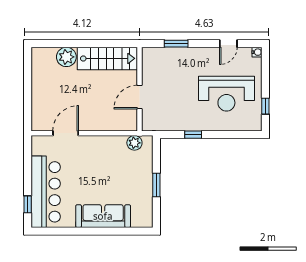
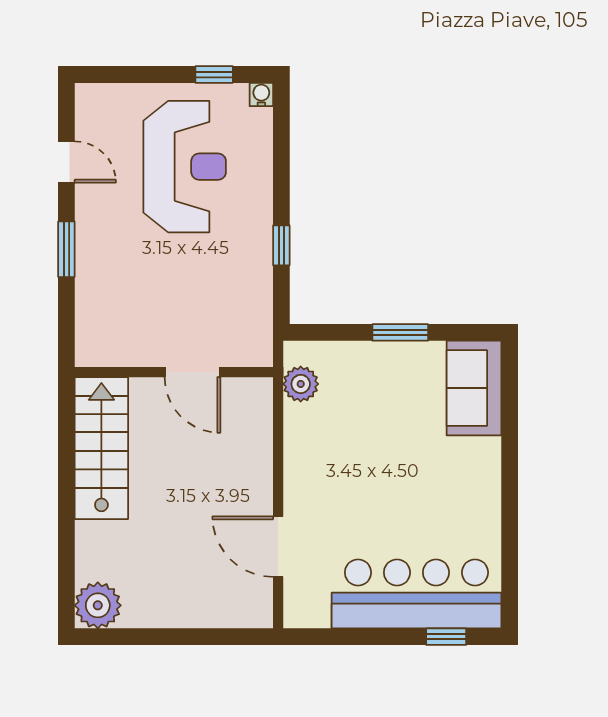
window: (176, 44) -> (66, 249), moved
water cooler: (257, 52) -> (261, 95), moved
plant: (66, 57) -> (98, 605), moved
sofa: (103, 216) -> (474, 388), moved, width x0.73

